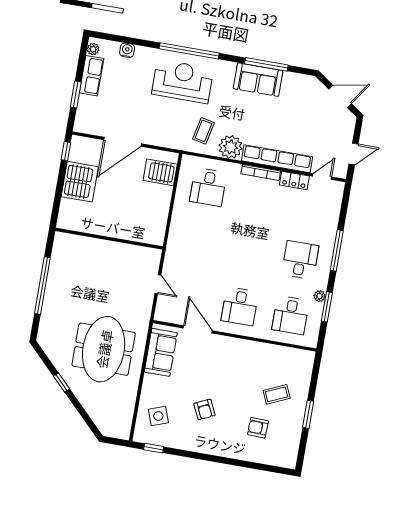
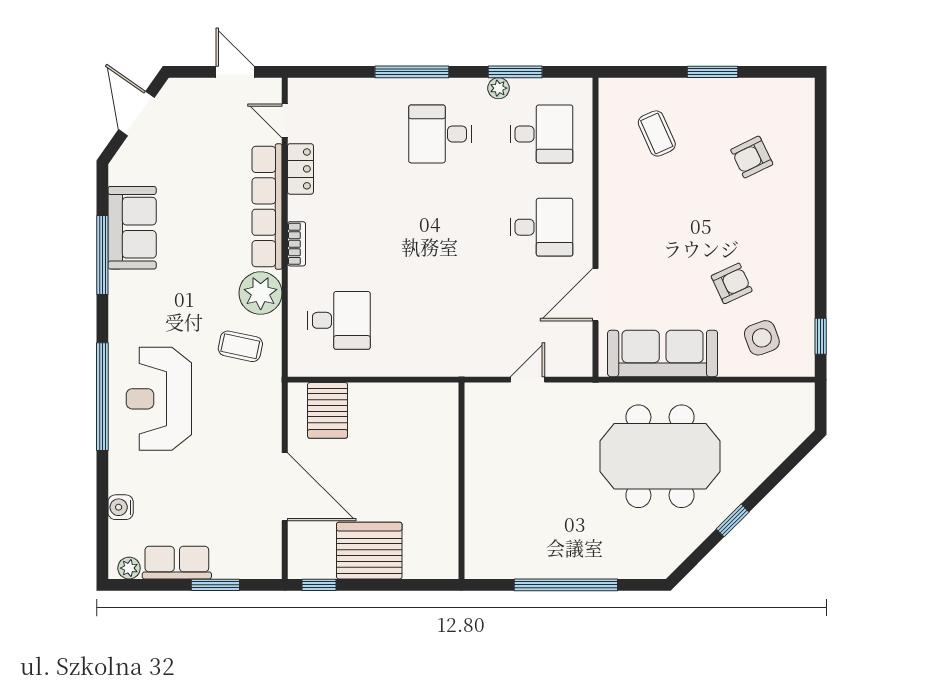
sofa: (258, 80) -> (132, 228), moved
bookcase: (261, 172) -> (297, 244), width x0.64
sofa: (161, 352) -> (663, 353), width x1.36
coffee table: (277, 394) -> (657, 133), moved
armchair: (204, 409) -> (732, 283), moved
armchair: (258, 428) -> (752, 157), turned 62

